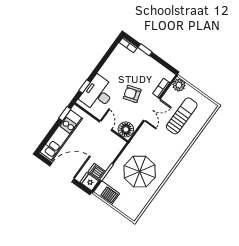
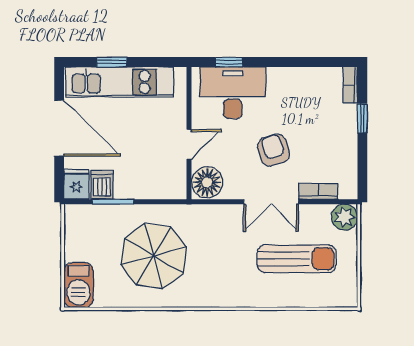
window: (65, 114) -> (112, 62), moved
barbecue: (107, 193) -> (79, 285), moved

